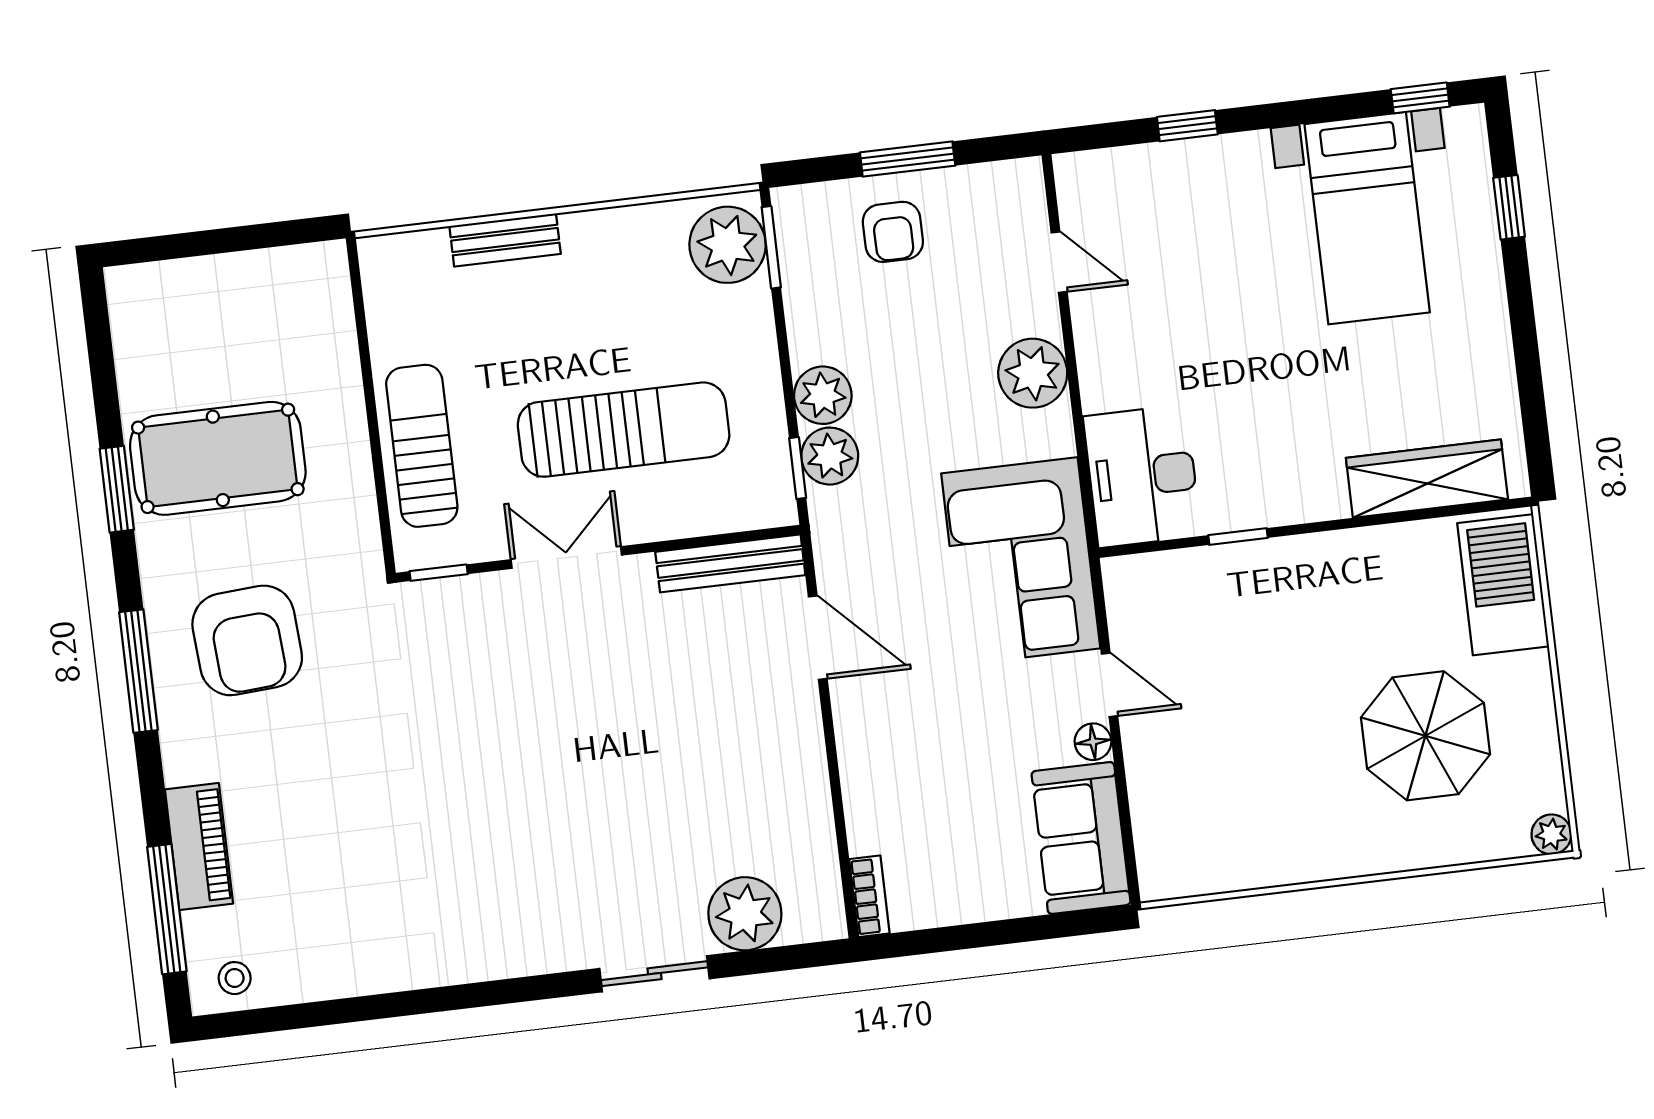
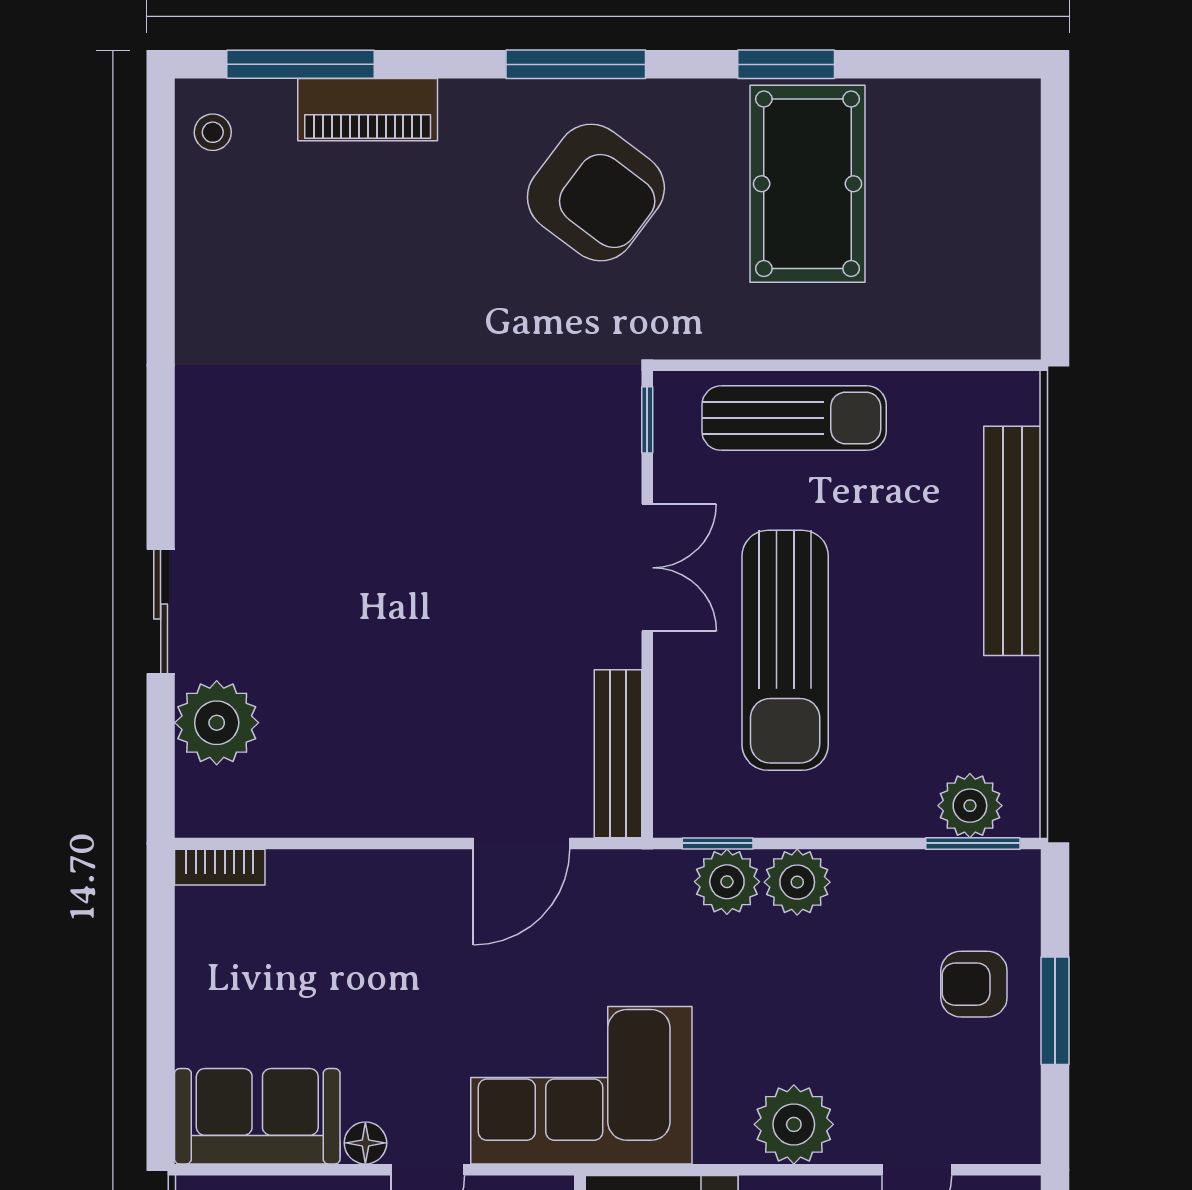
bench: (505, 240) -> (1012, 541), width x1.86, depth x1.21
plant: (728, 245) -> (970, 806), width x0.73, depth x0.73
armchair: (247, 640) -> (596, 192), turned -139

